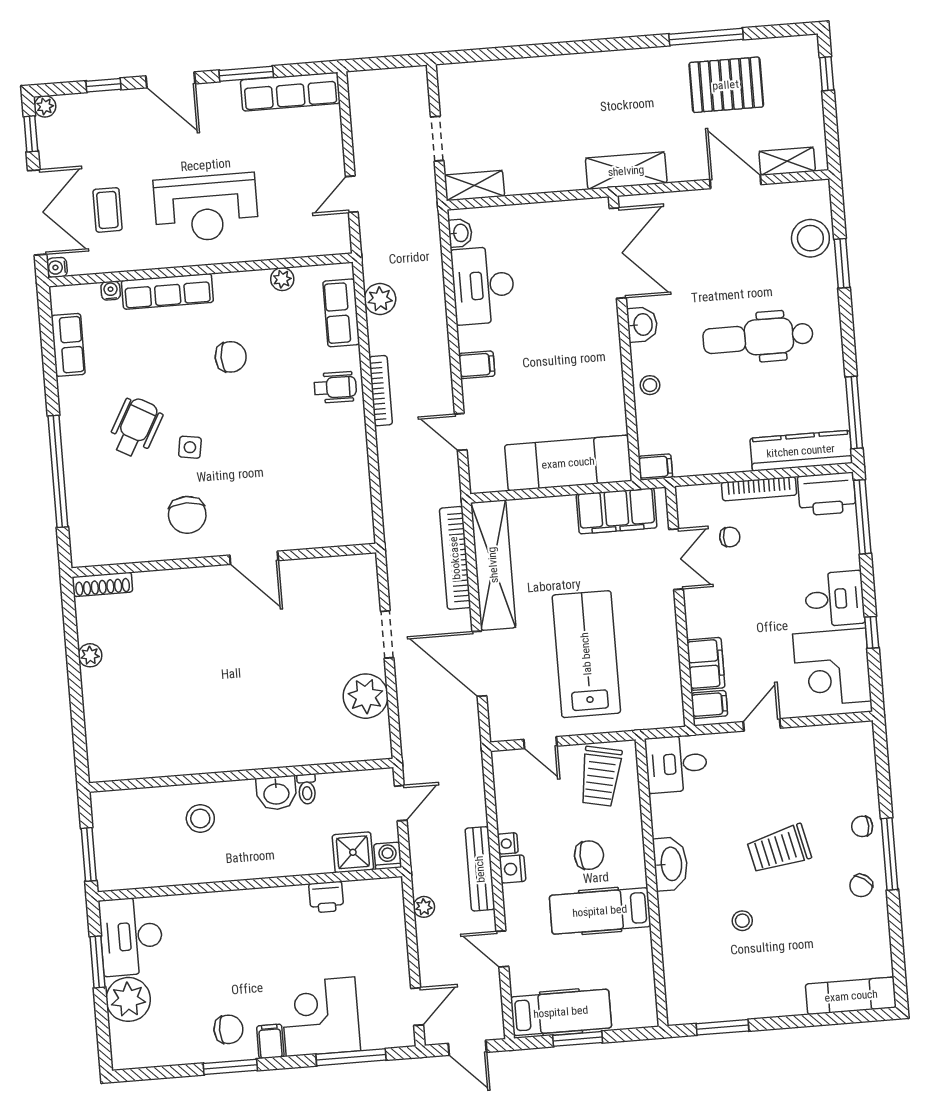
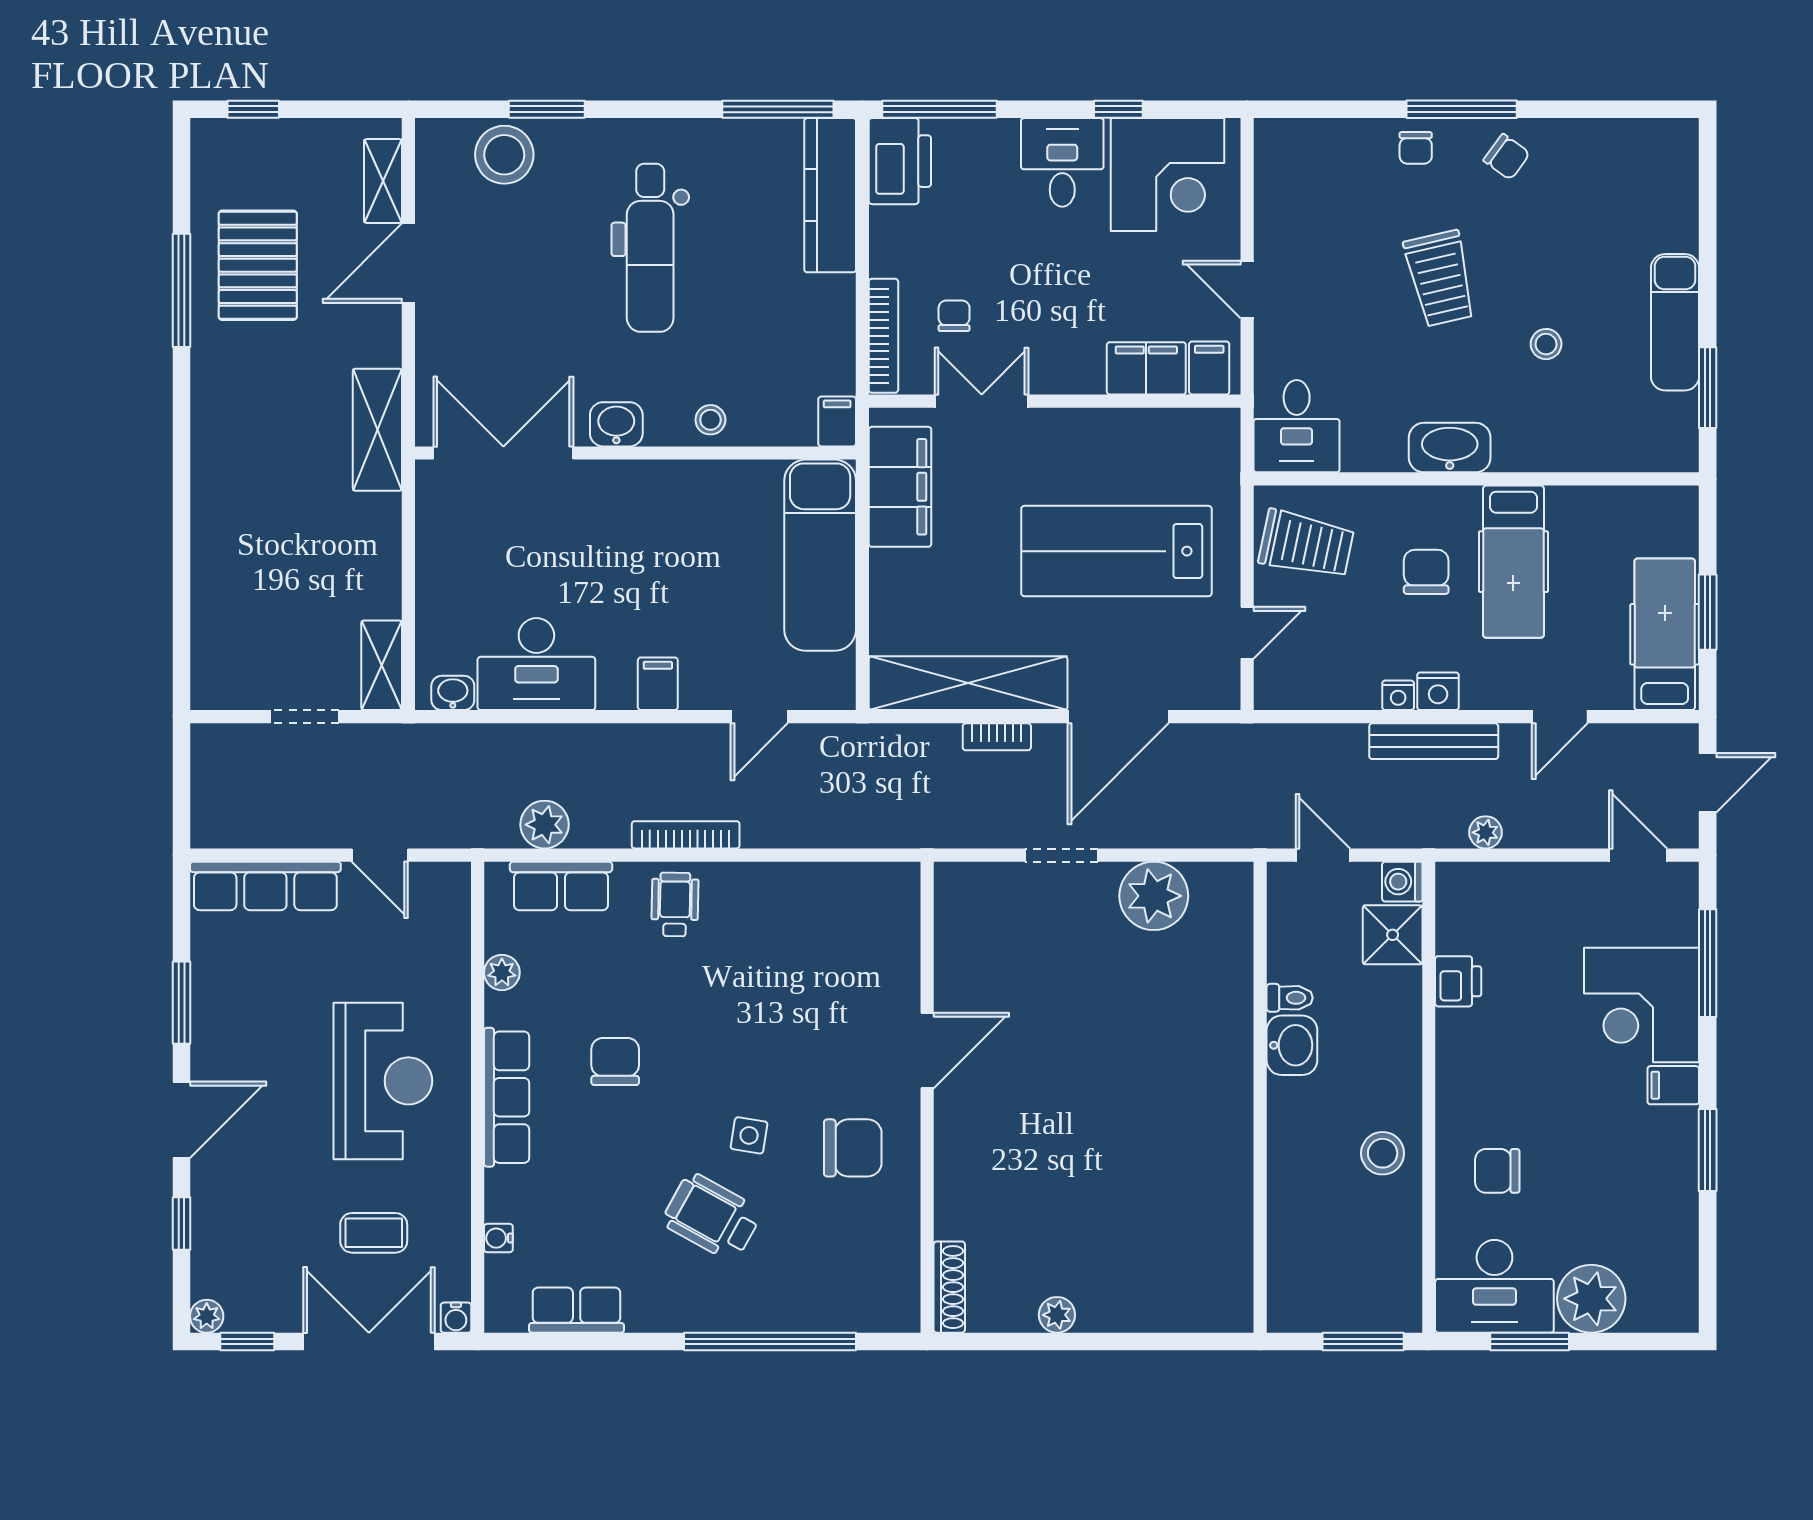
row of seats: (290, 92) -> (265, 886), moved, turned 90
row of seats: (167, 291) -> (507, 1097), moved
bookcase: (759, 489) -> (883, 336), moved
bookcase: (455, 558) -> (997, 737), width x0.43, depth x0.76
stool: (200, 818) -> (1383, 1153), moved
exam couch: (851, 996) -> (1675, 322), moved
chair: (228, 1029) -> (1497, 1171), moved, turned -90

